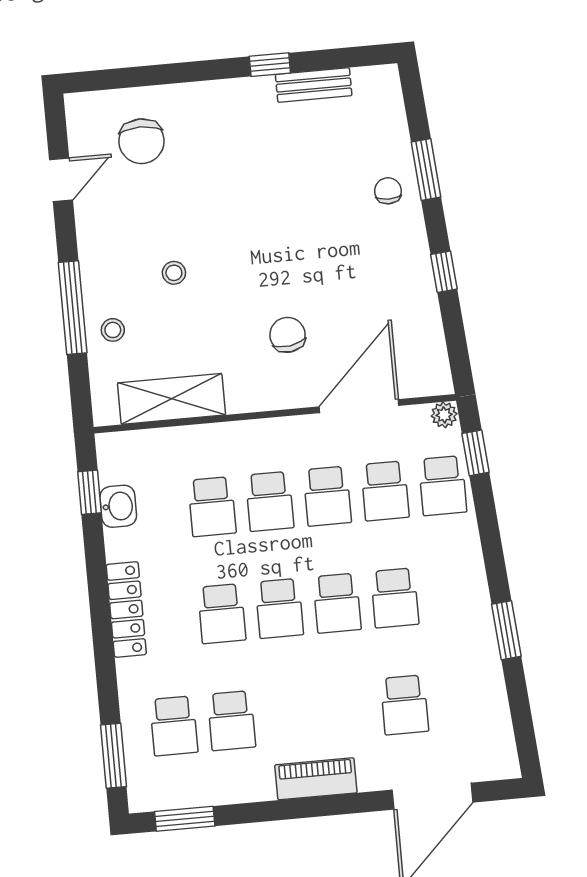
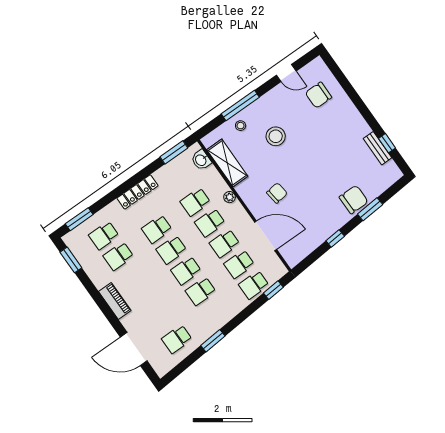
window: (270, 65) -> (387, 143), moved
chair: (388, 191) -> (354, 200), width x1.87, depth x1.87
stool: (174, 273) -> (276, 136), width x1.89, depth x1.89
plant: (444, 415) -> (230, 197), moved
window: (89, 492) -> (174, 152), width x1.50
washbasin: (118, 506) -> (201, 160), moved, turned 90
school desk: (404, 705) -> (177, 339), moved

